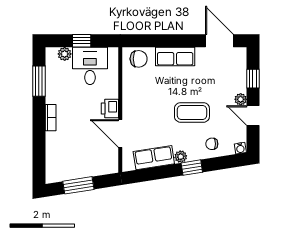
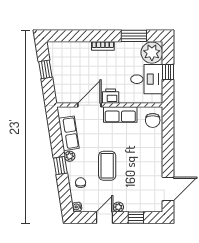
plant: (65, 54) -> (152, 53), width x1.87, depth x1.87
row of seats: (175, 56) -> (120, 114), moved, turned -90
window: (78, 185) -> (45, 69), width x0.67

